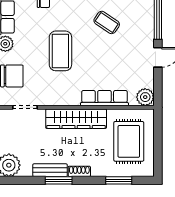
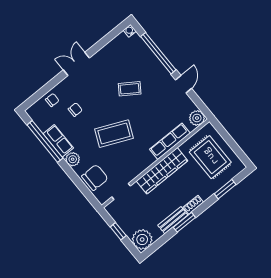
coffee table: (60, 51) -> (114, 134), turned -66

